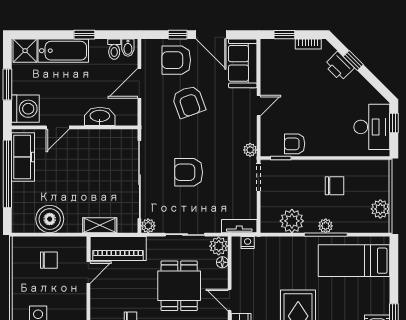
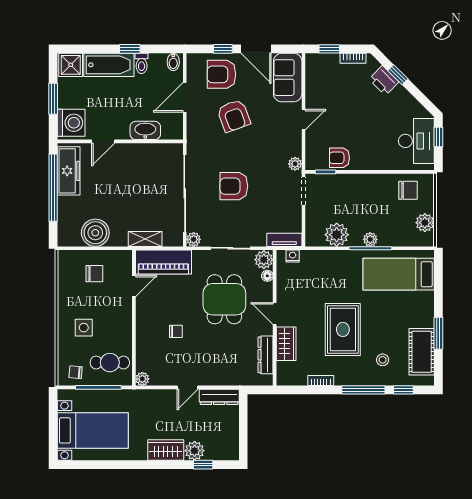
toilet: (114, 49) -> (142, 63), moved
chair: (335, 186) -> (408, 190), moved

